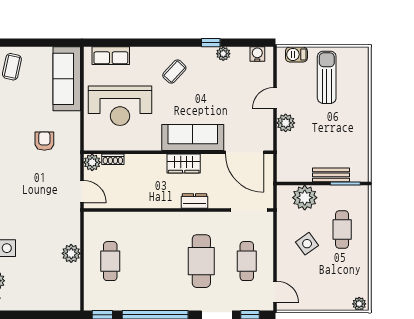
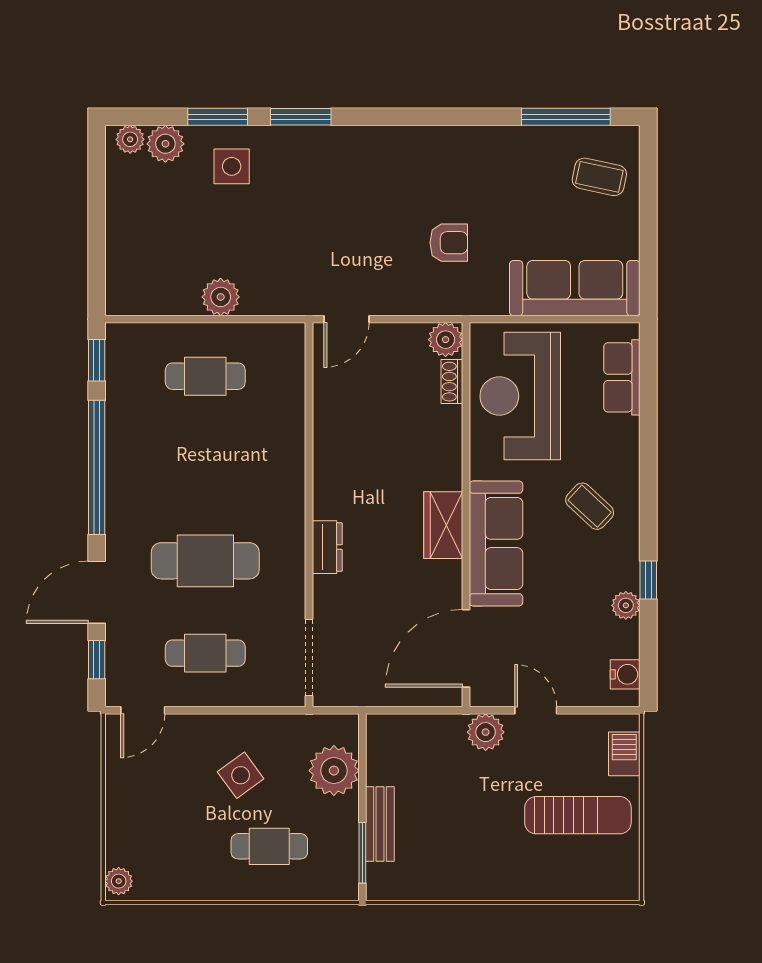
sofa: (193, 138) -> (496, 543), moved
wall: (179, 152) -> (466, 515), moved
door: (244, 152) -> (466, 648), moved
shoe rack: (113, 159) -> (452, 382), moved
plant: (92, 162) -> (446, 340), moved
wardrobe: (184, 164) -> (443, 525), moved

